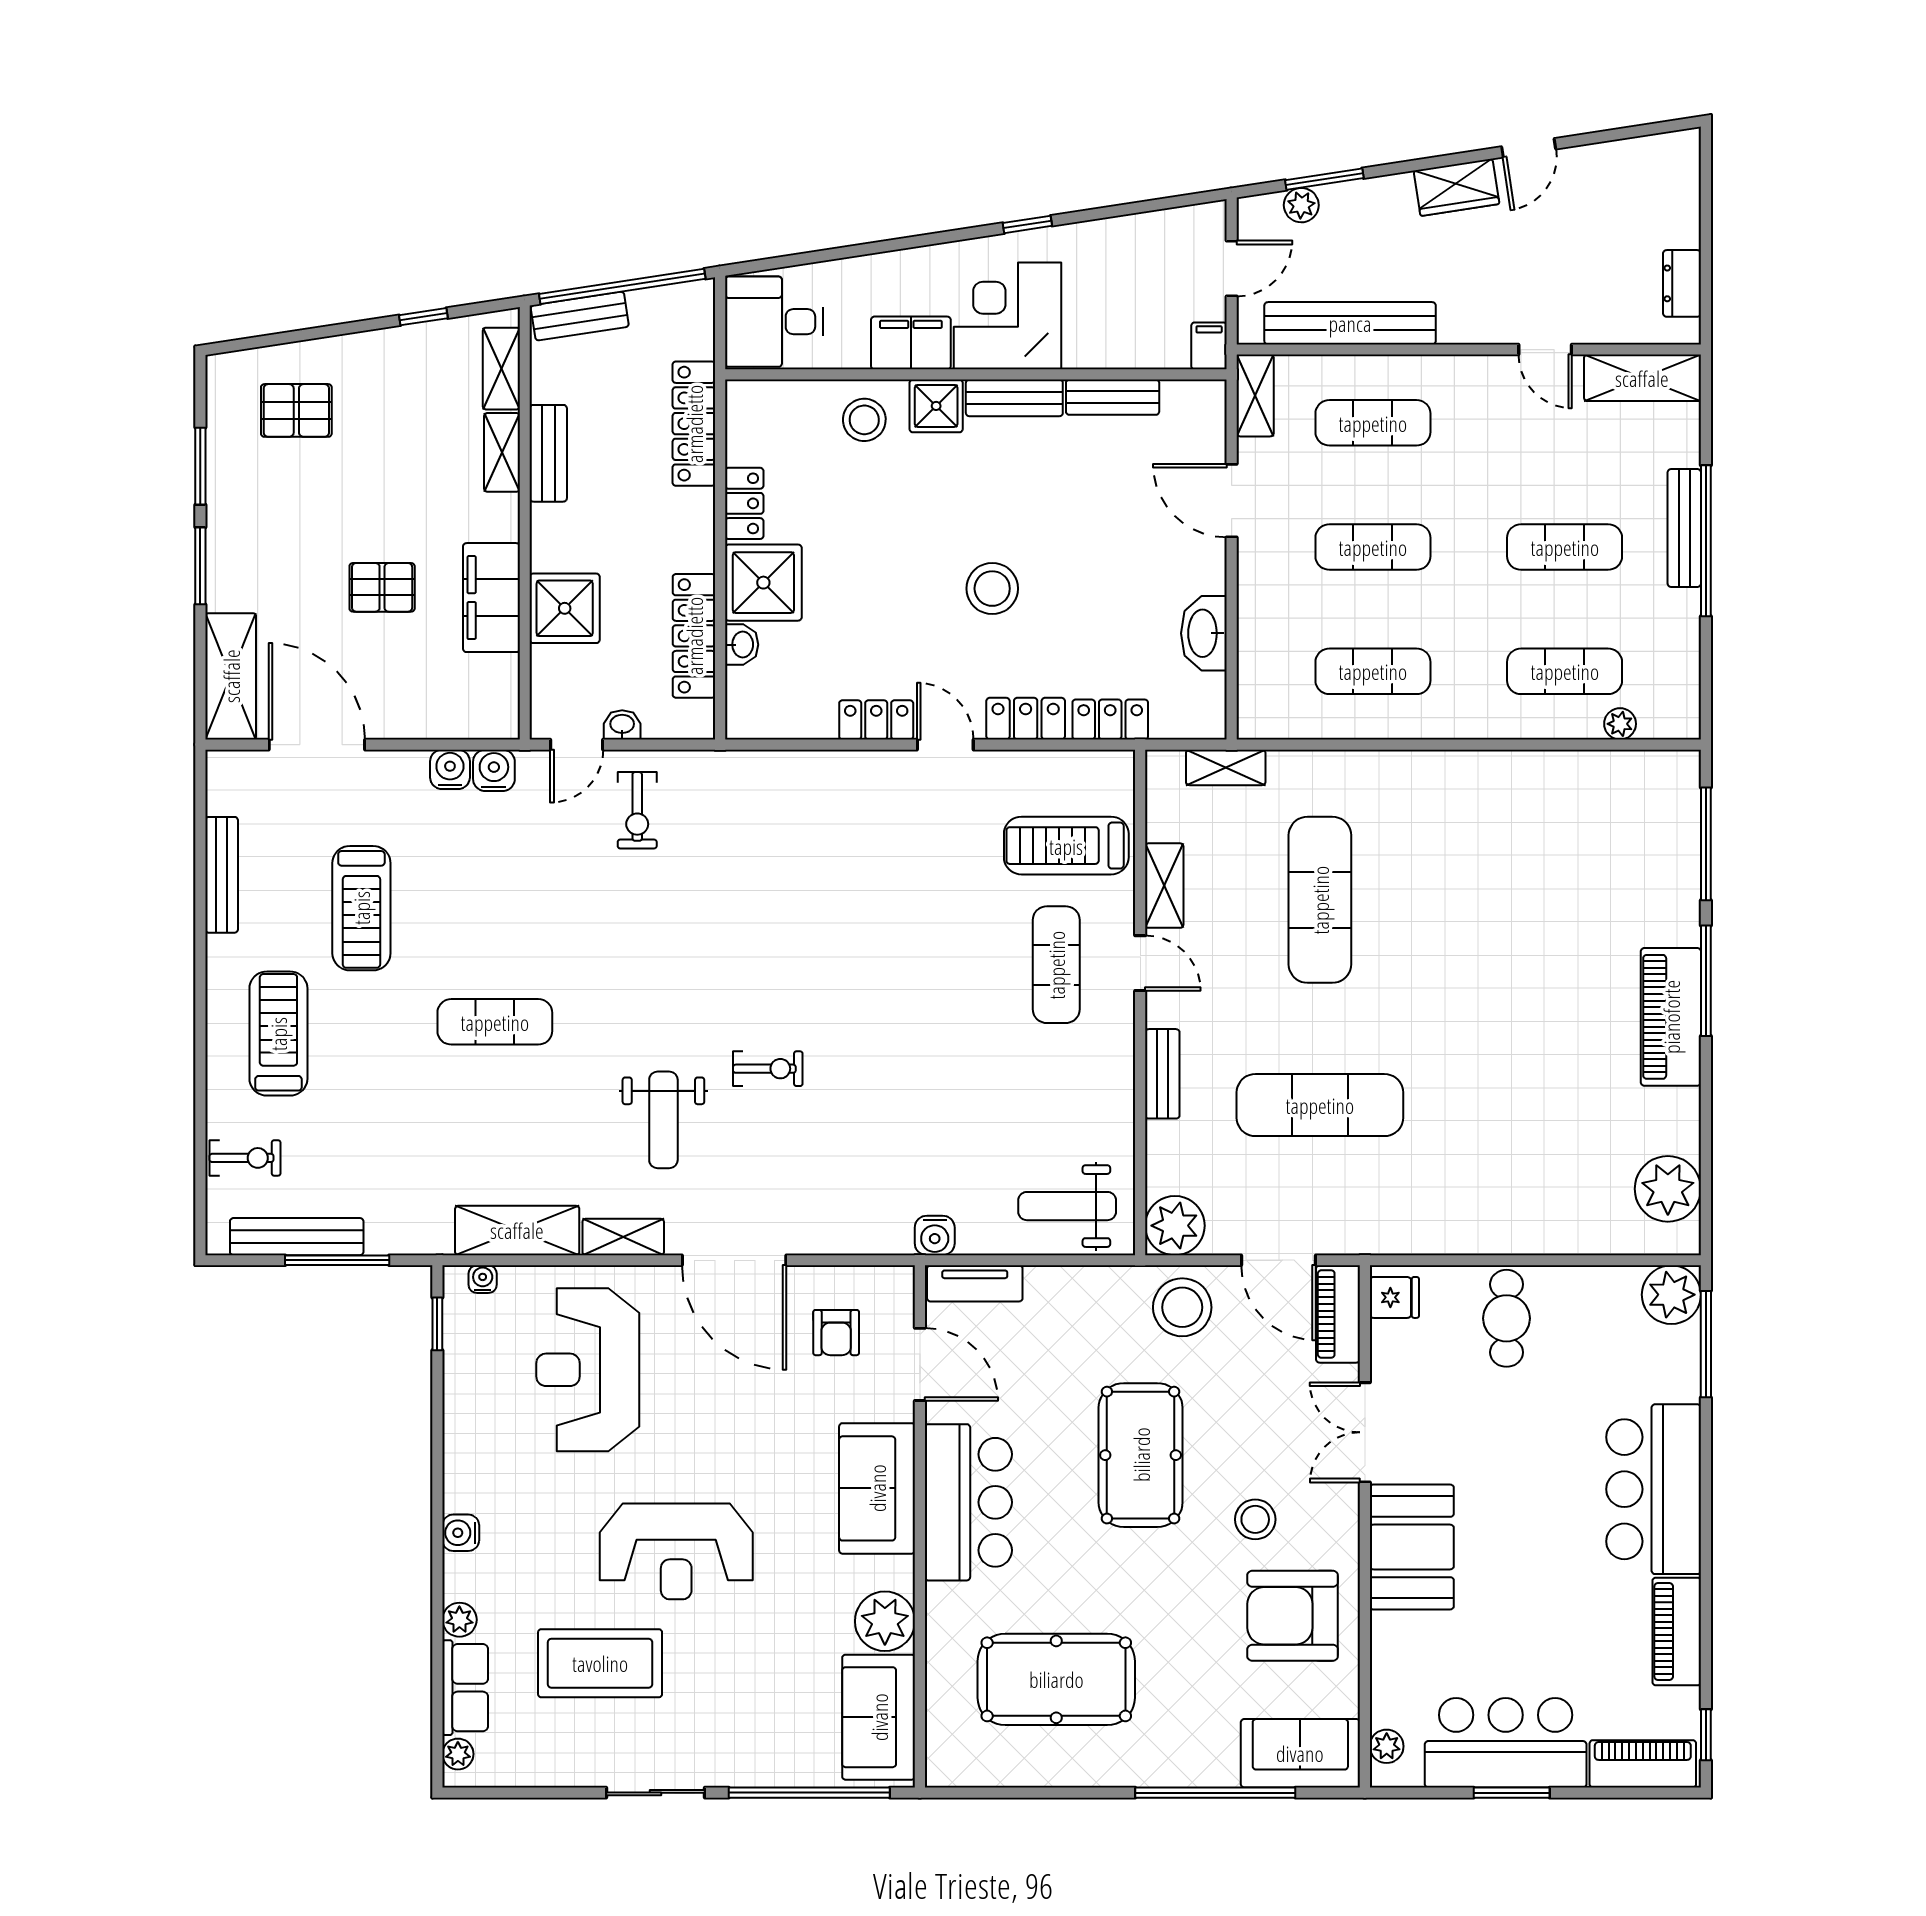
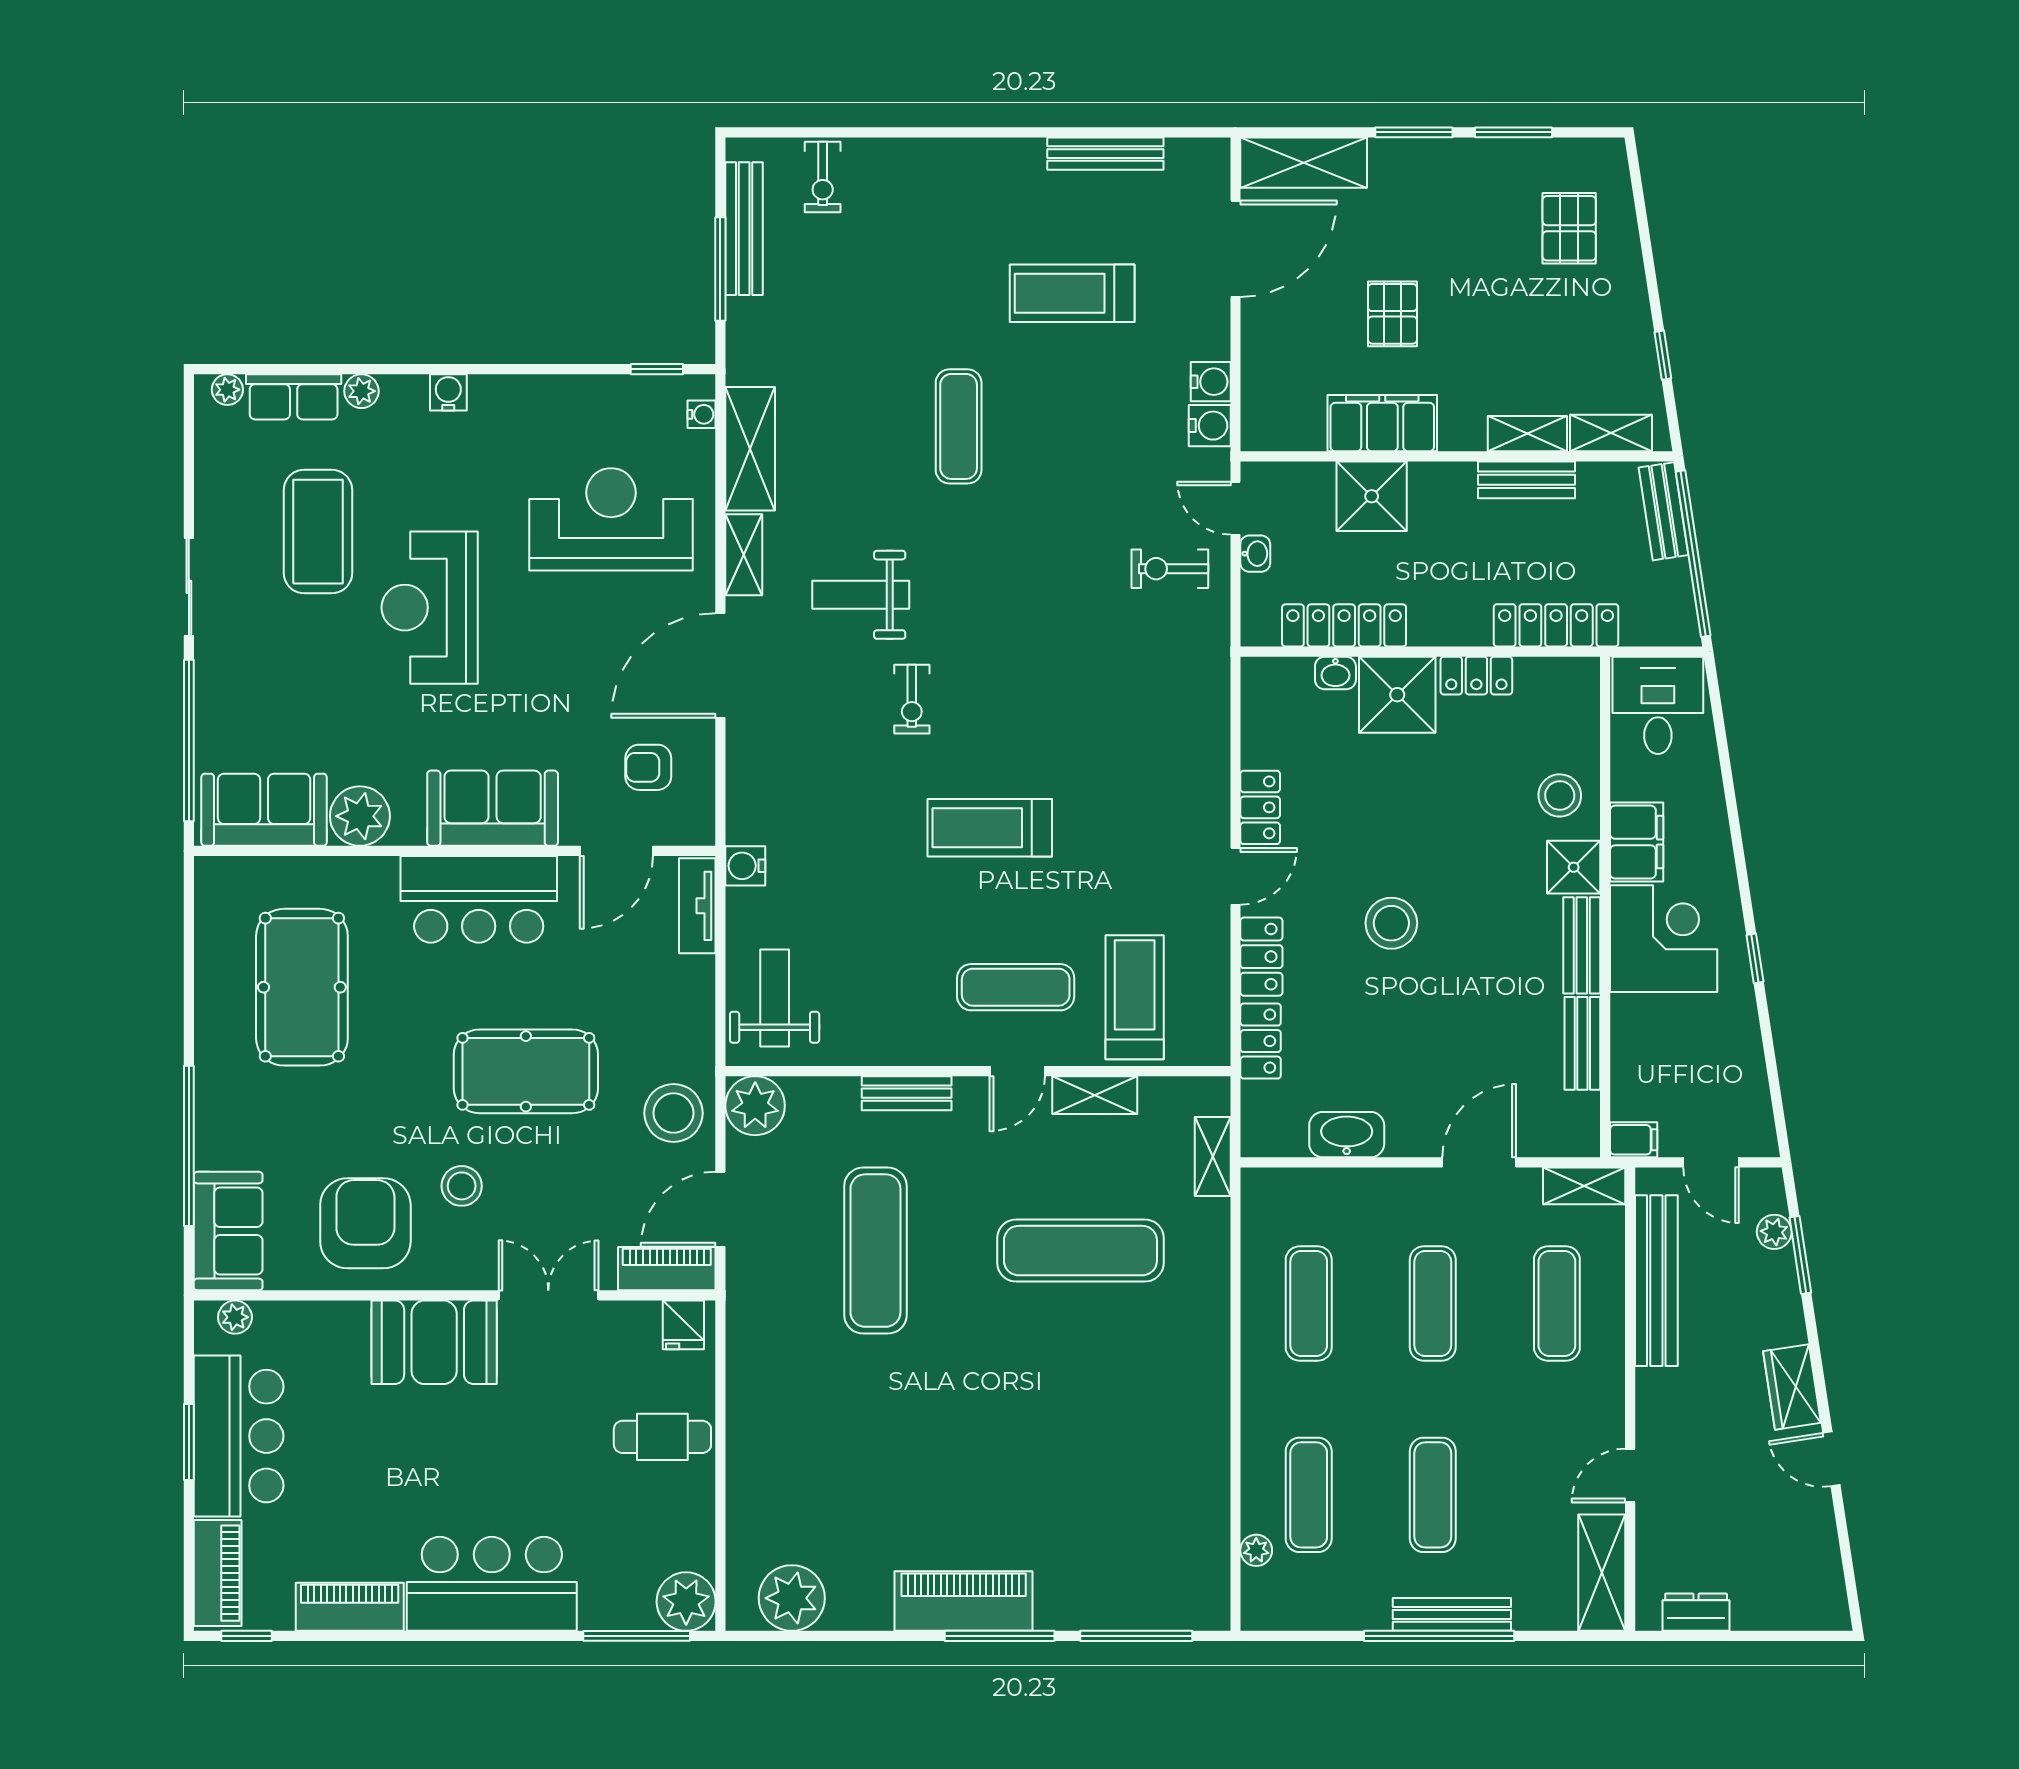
treadmill: (278, 1034) -> (990, 828), moved, turned 180

